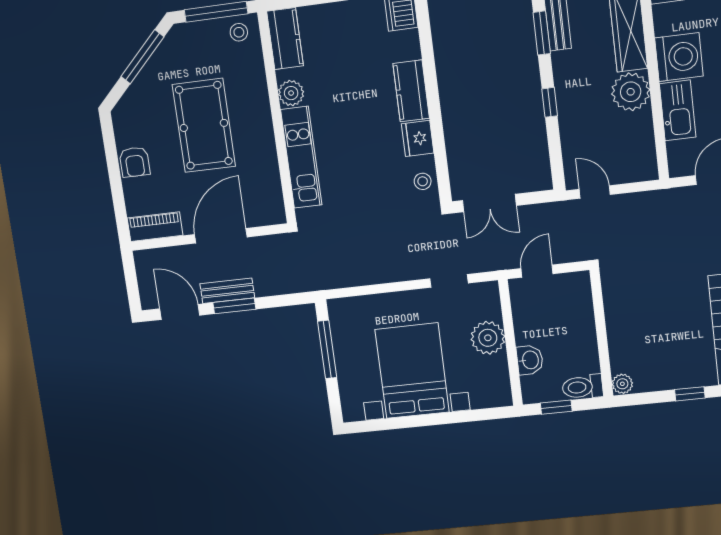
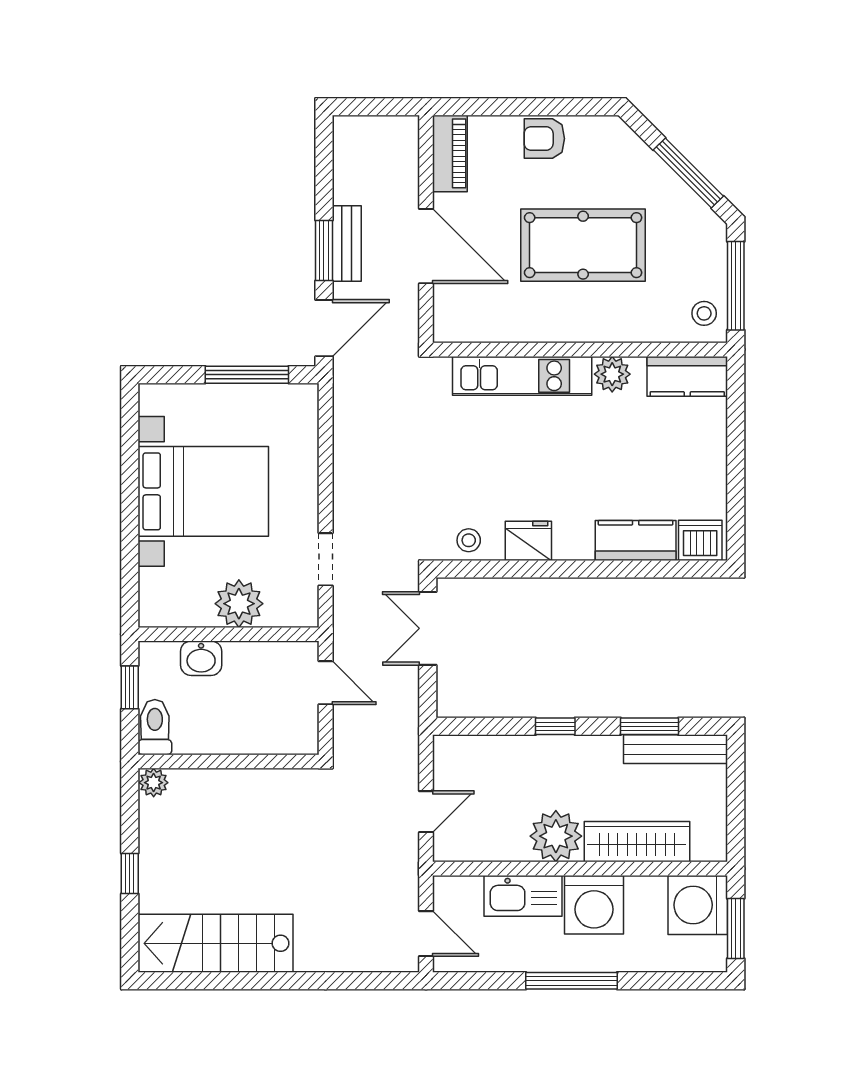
kitchen counter: (411, 91) -> (636, 540), moved
door: (595, 192) -> (426, 812), moved
door: (180, 312) -> (324, 328), moved

